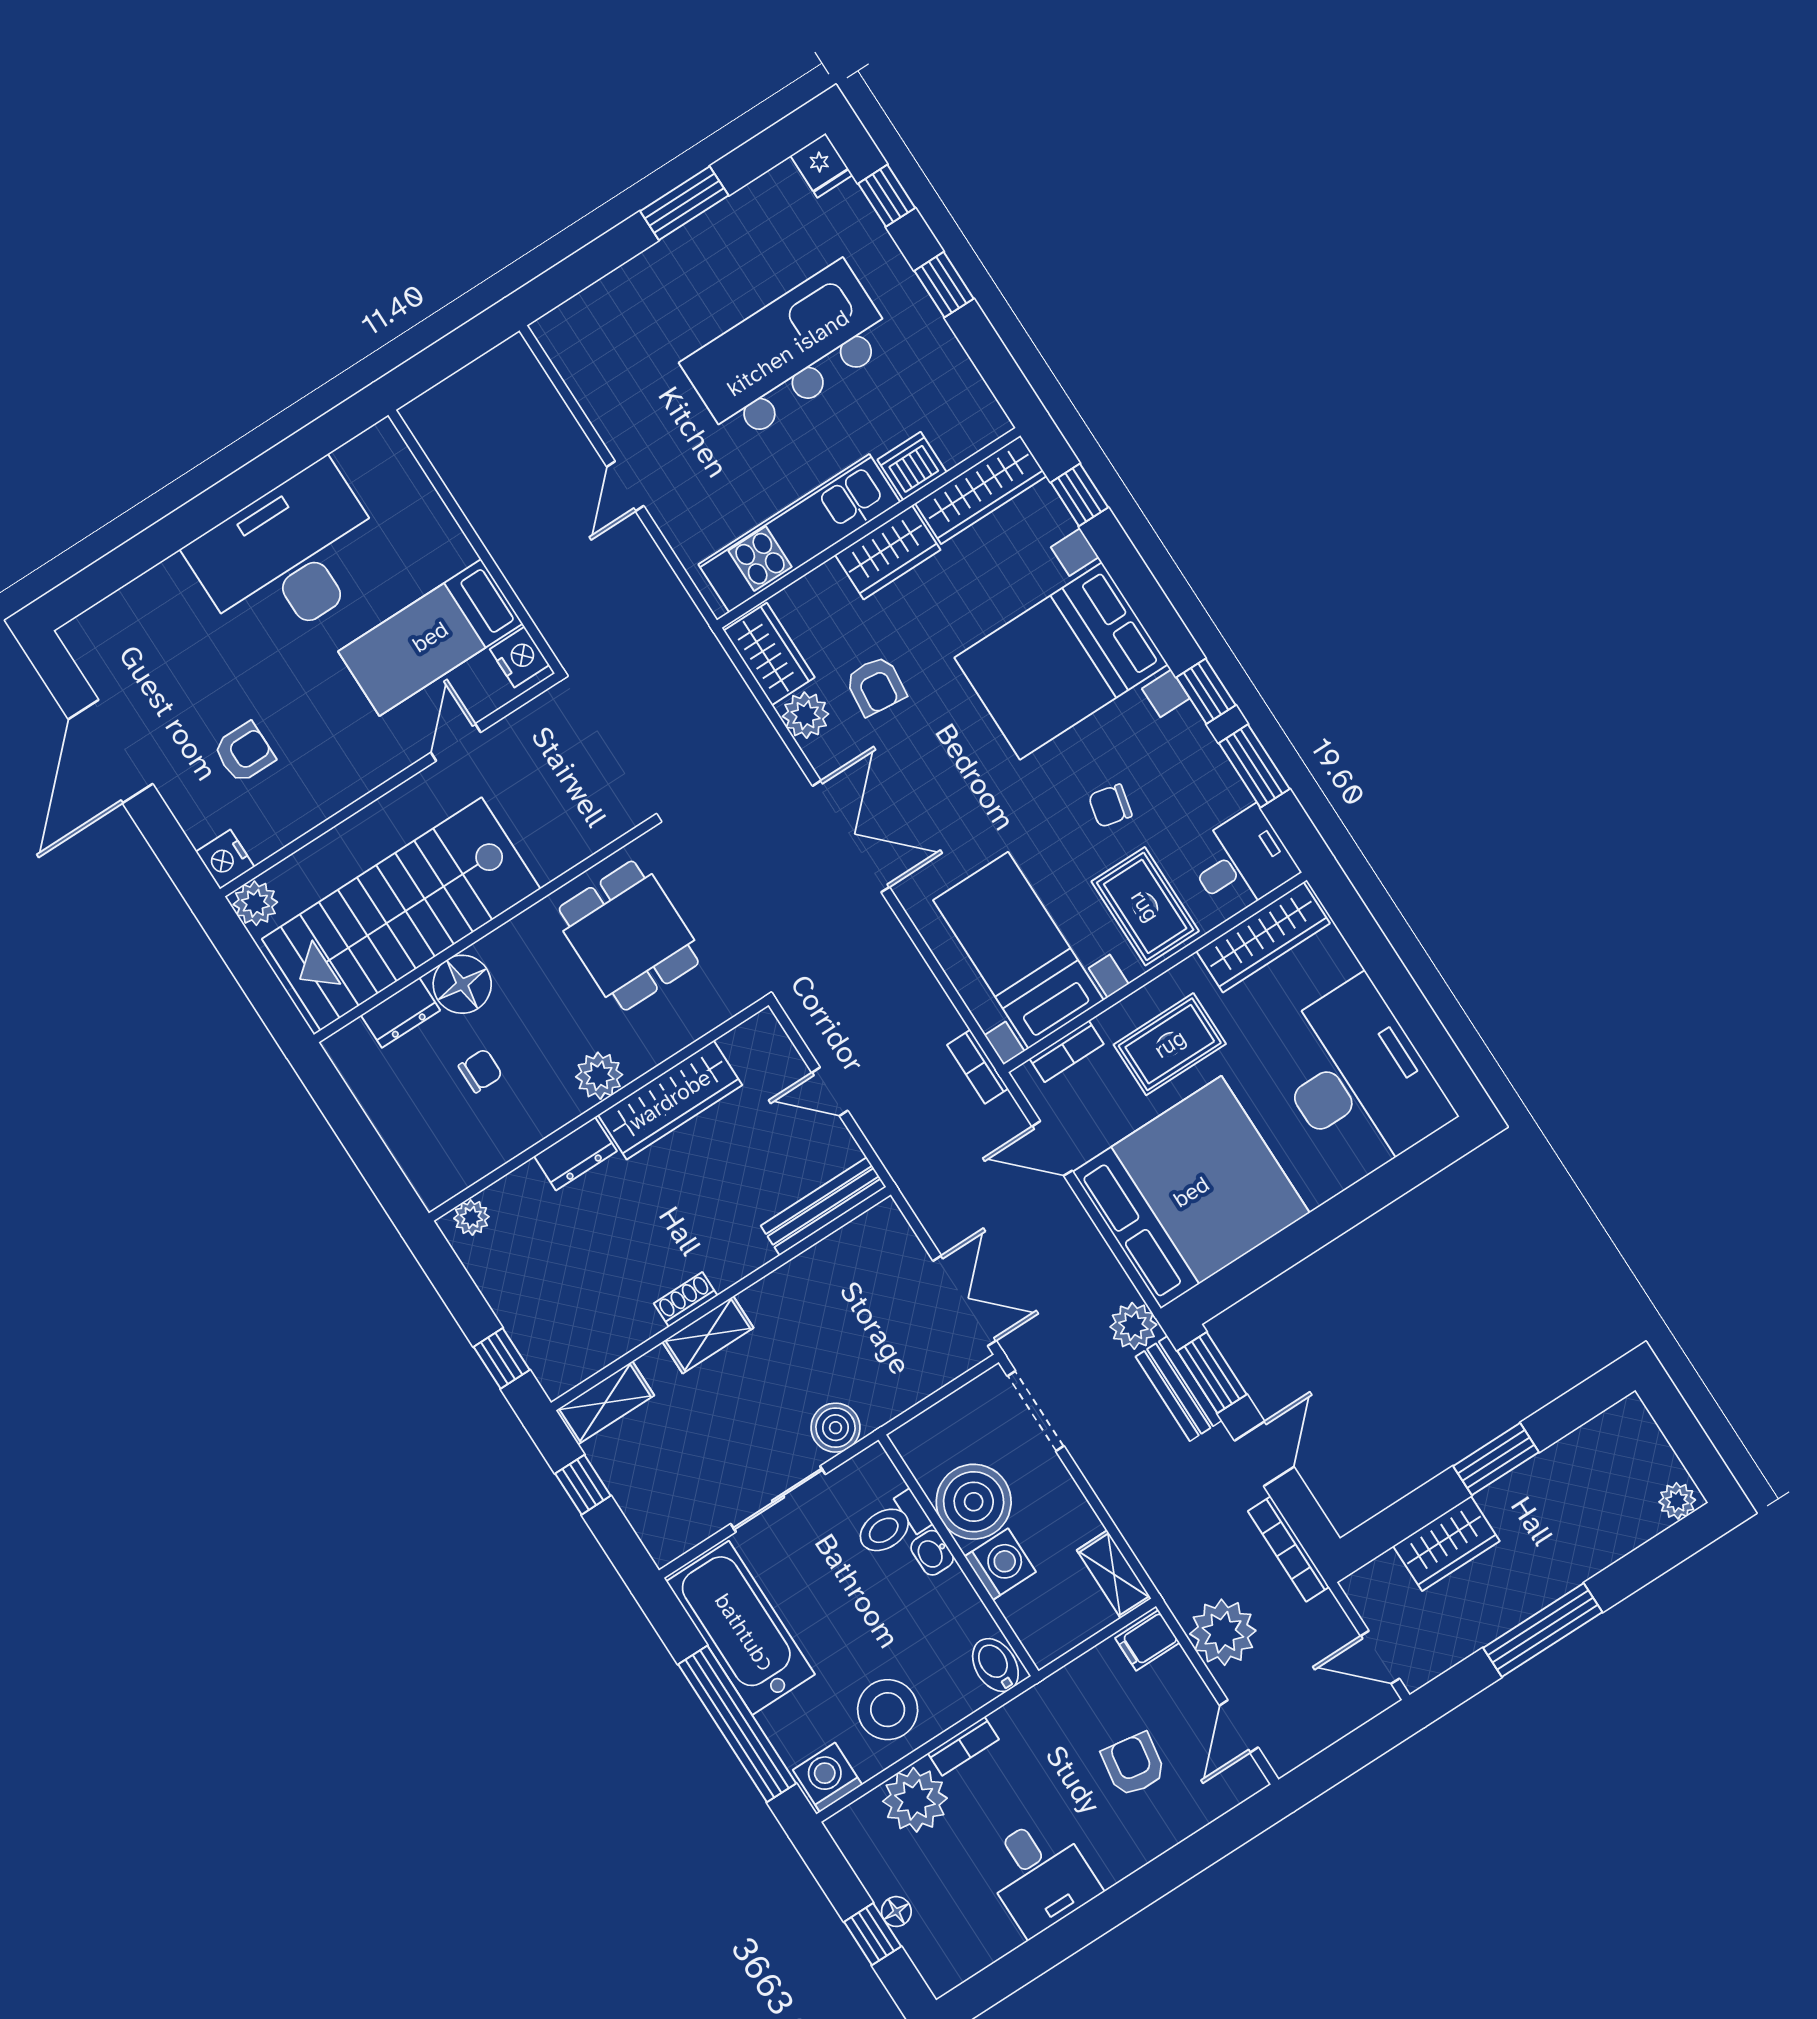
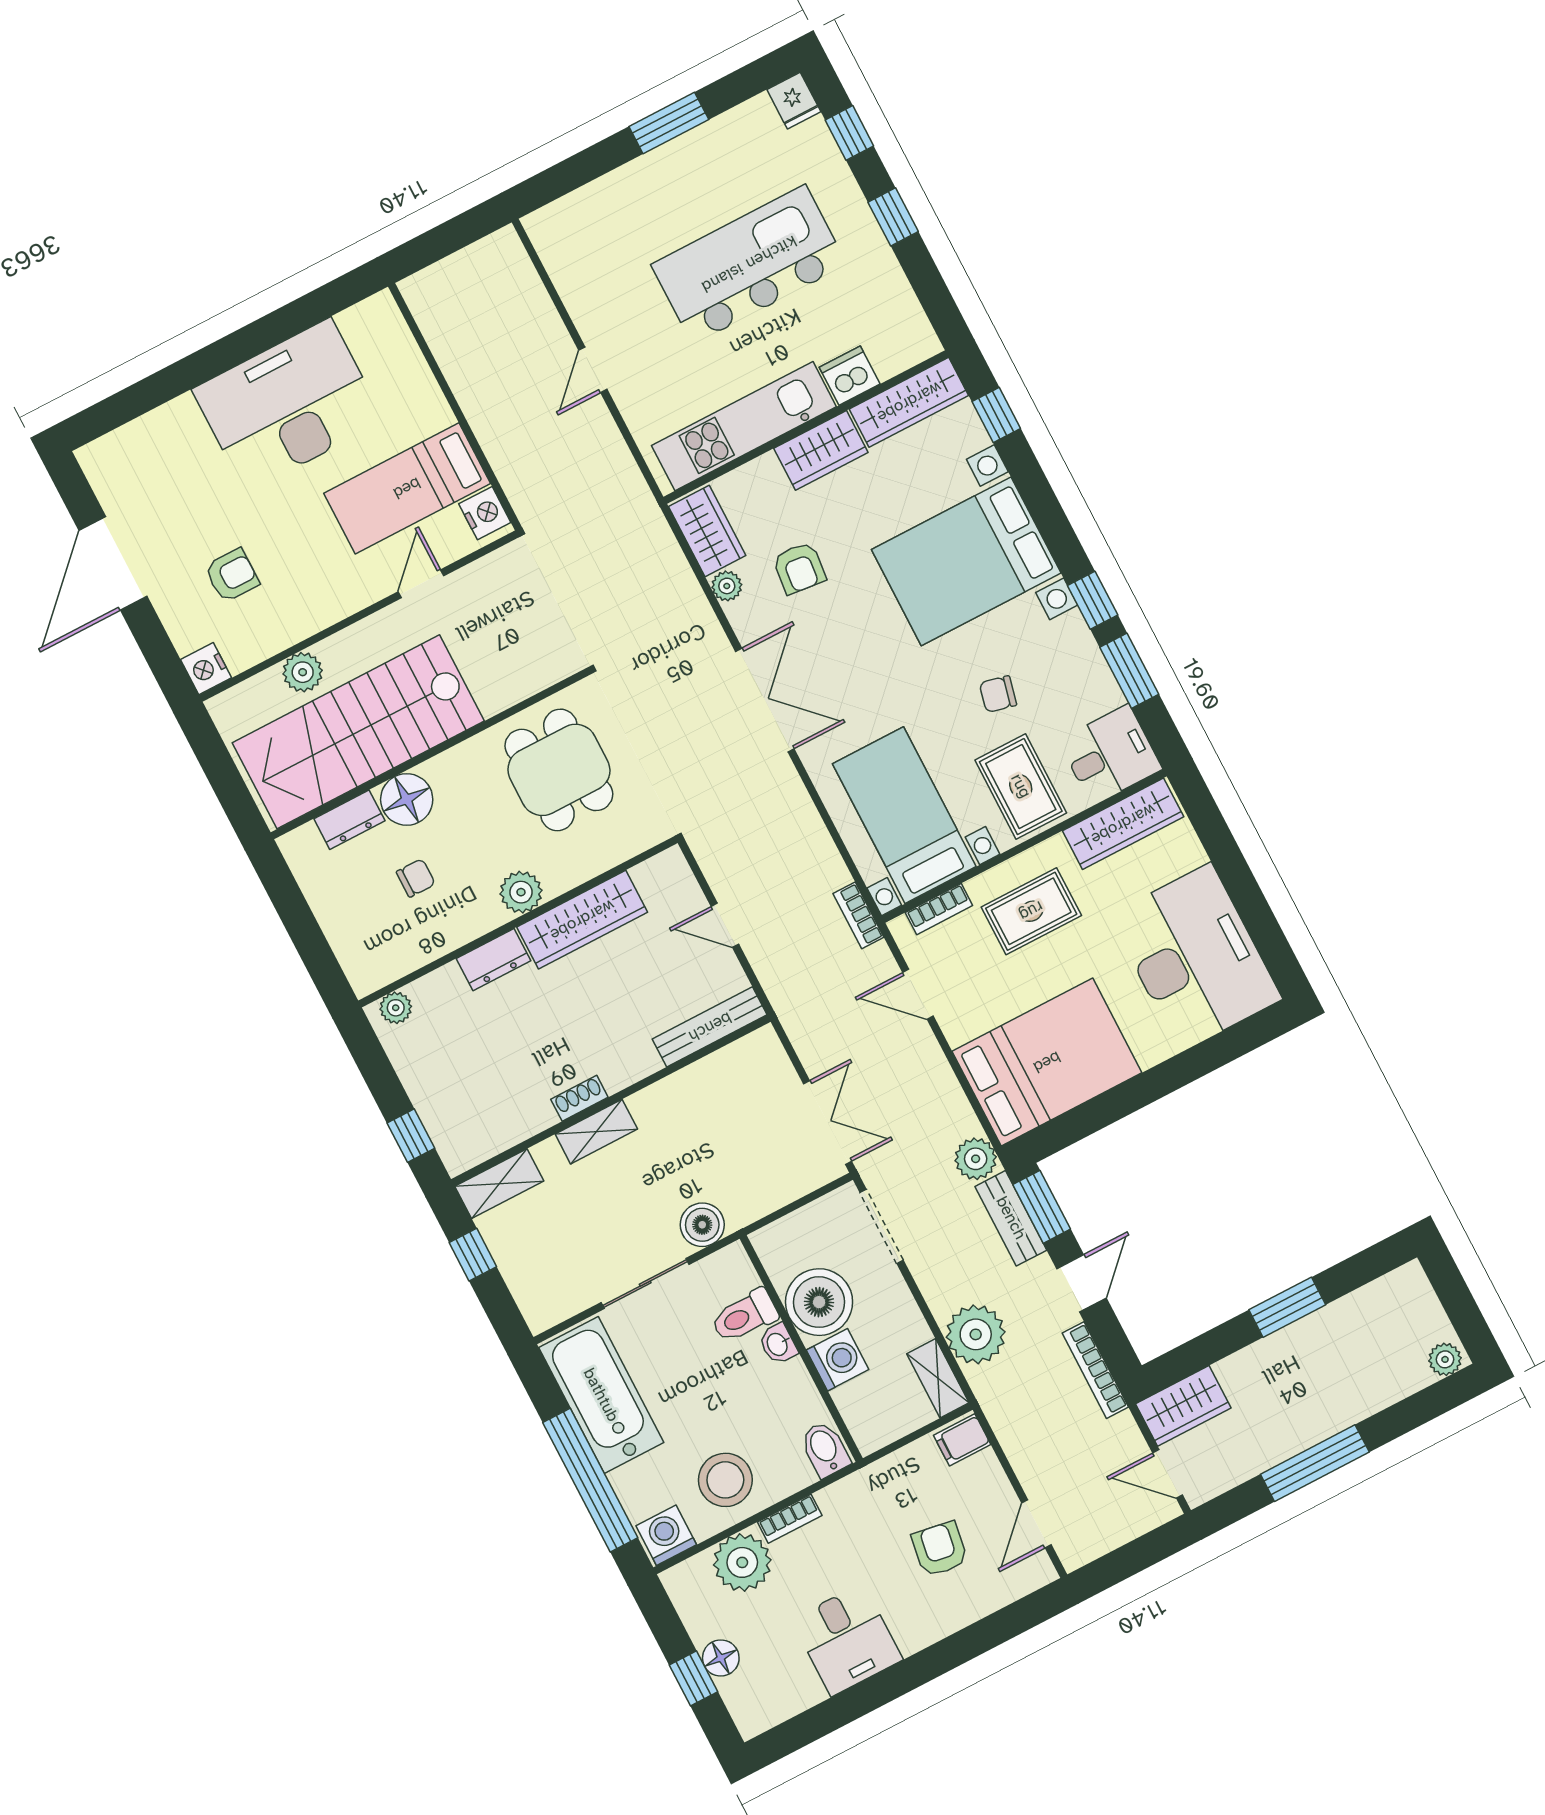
plant: (806, 715) -> (727, 586), width x0.73, depth x0.73
plant: (255, 903) -> (303, 672), moved
bed: (1191, 1192) -> (1047, 1062), width x0.73
wardrobe: (1446, 1544) -> (1183, 1406), moved
plant: (1223, 1632) -> (976, 1334), moved
floor lamp: (896, 1912) -> (721, 1658), width x1.37, depth x1.37

